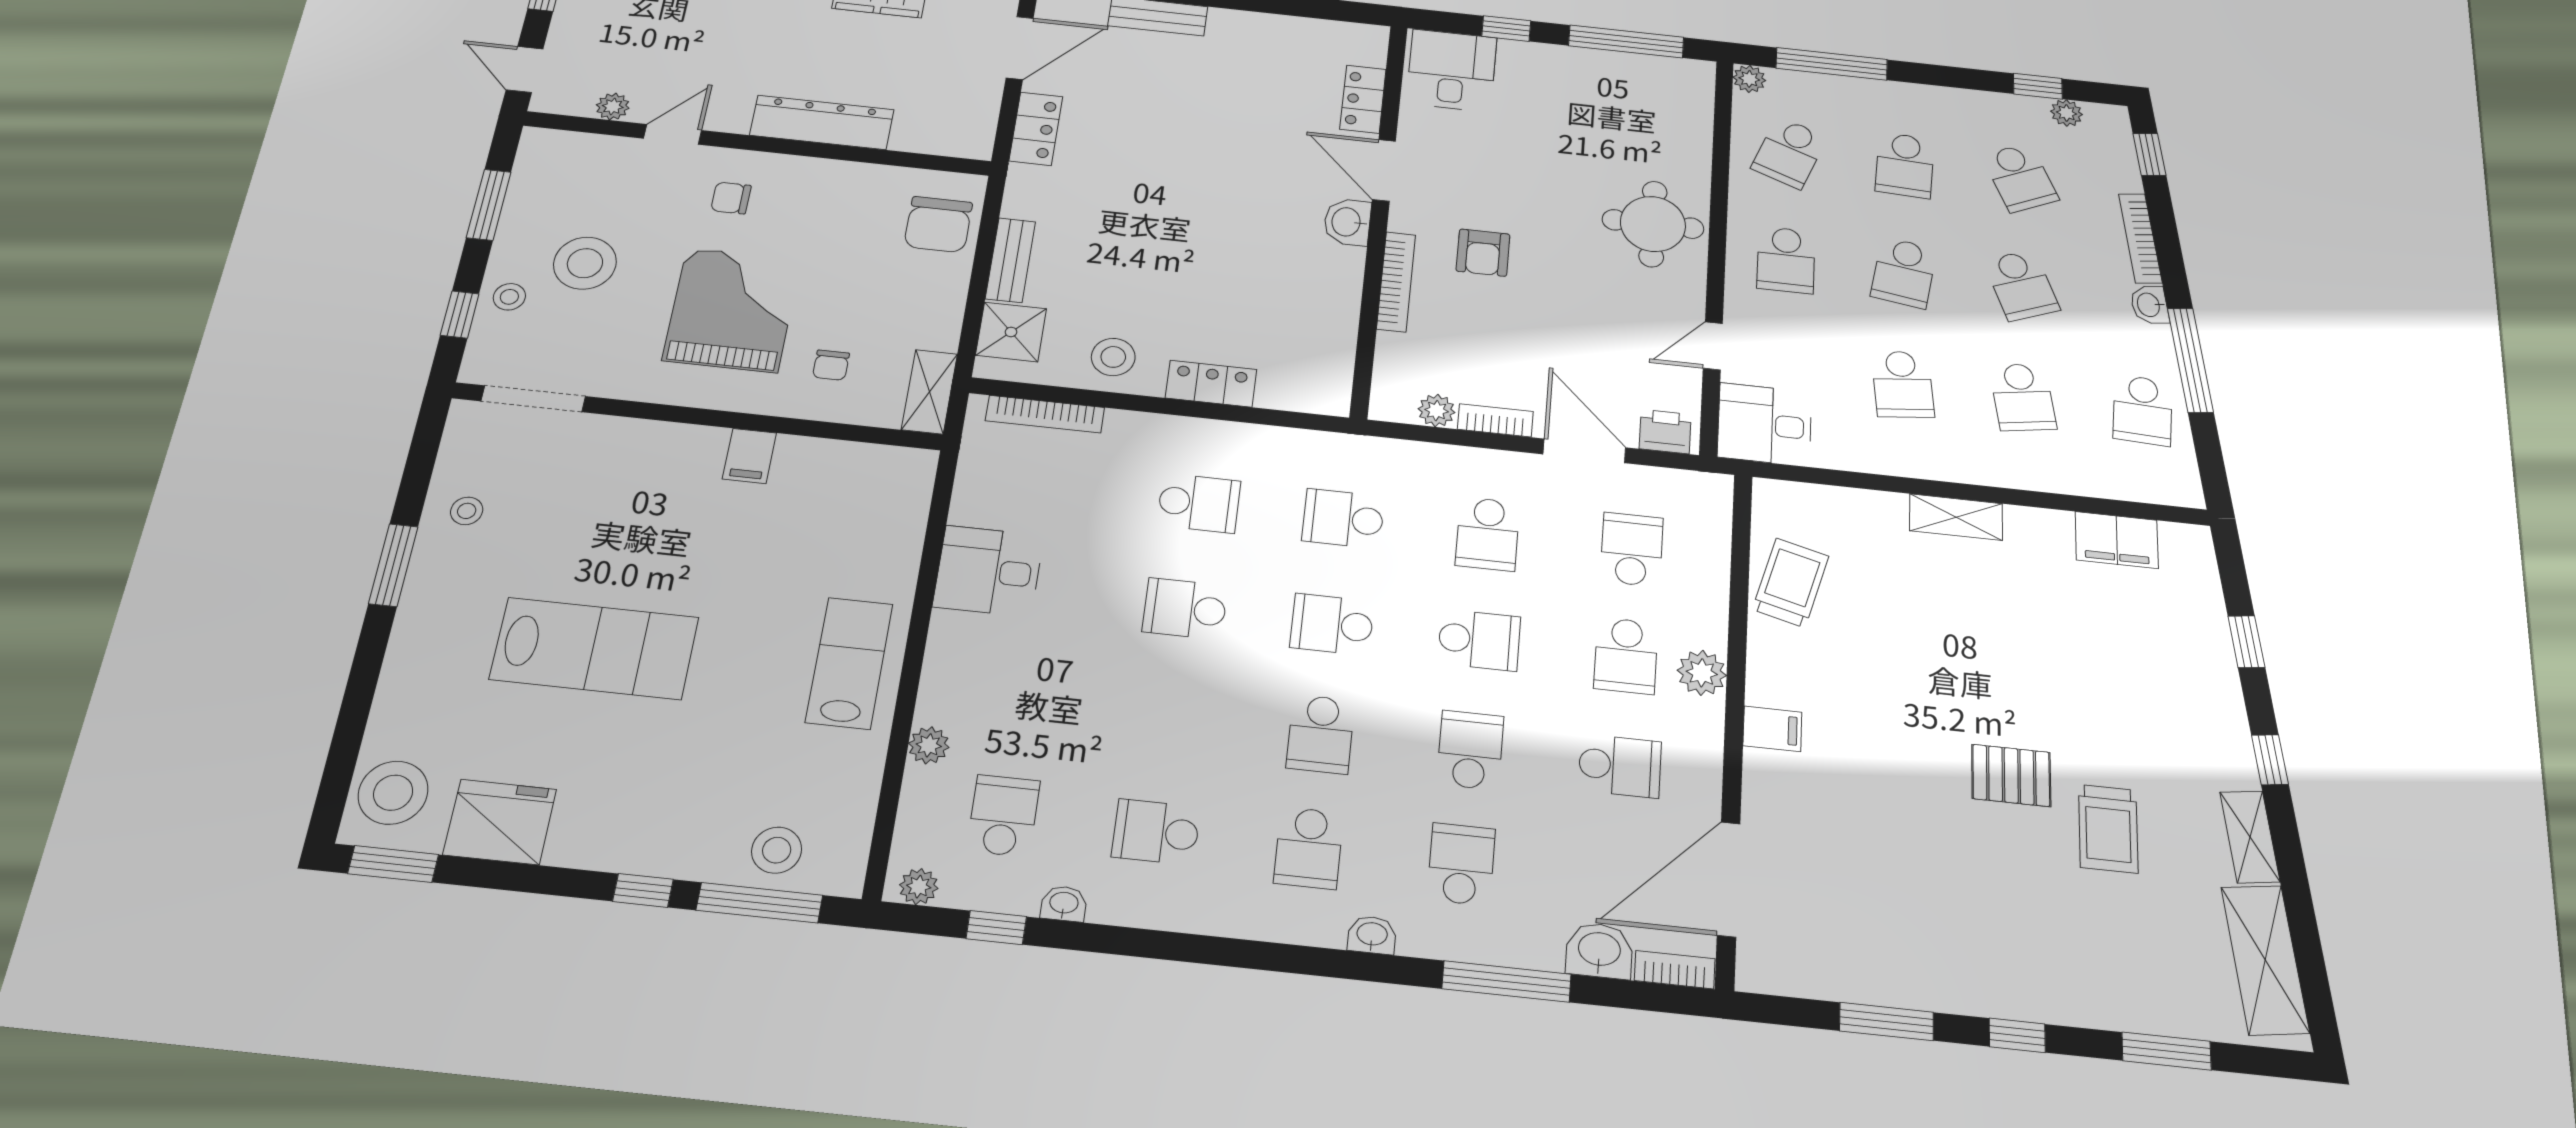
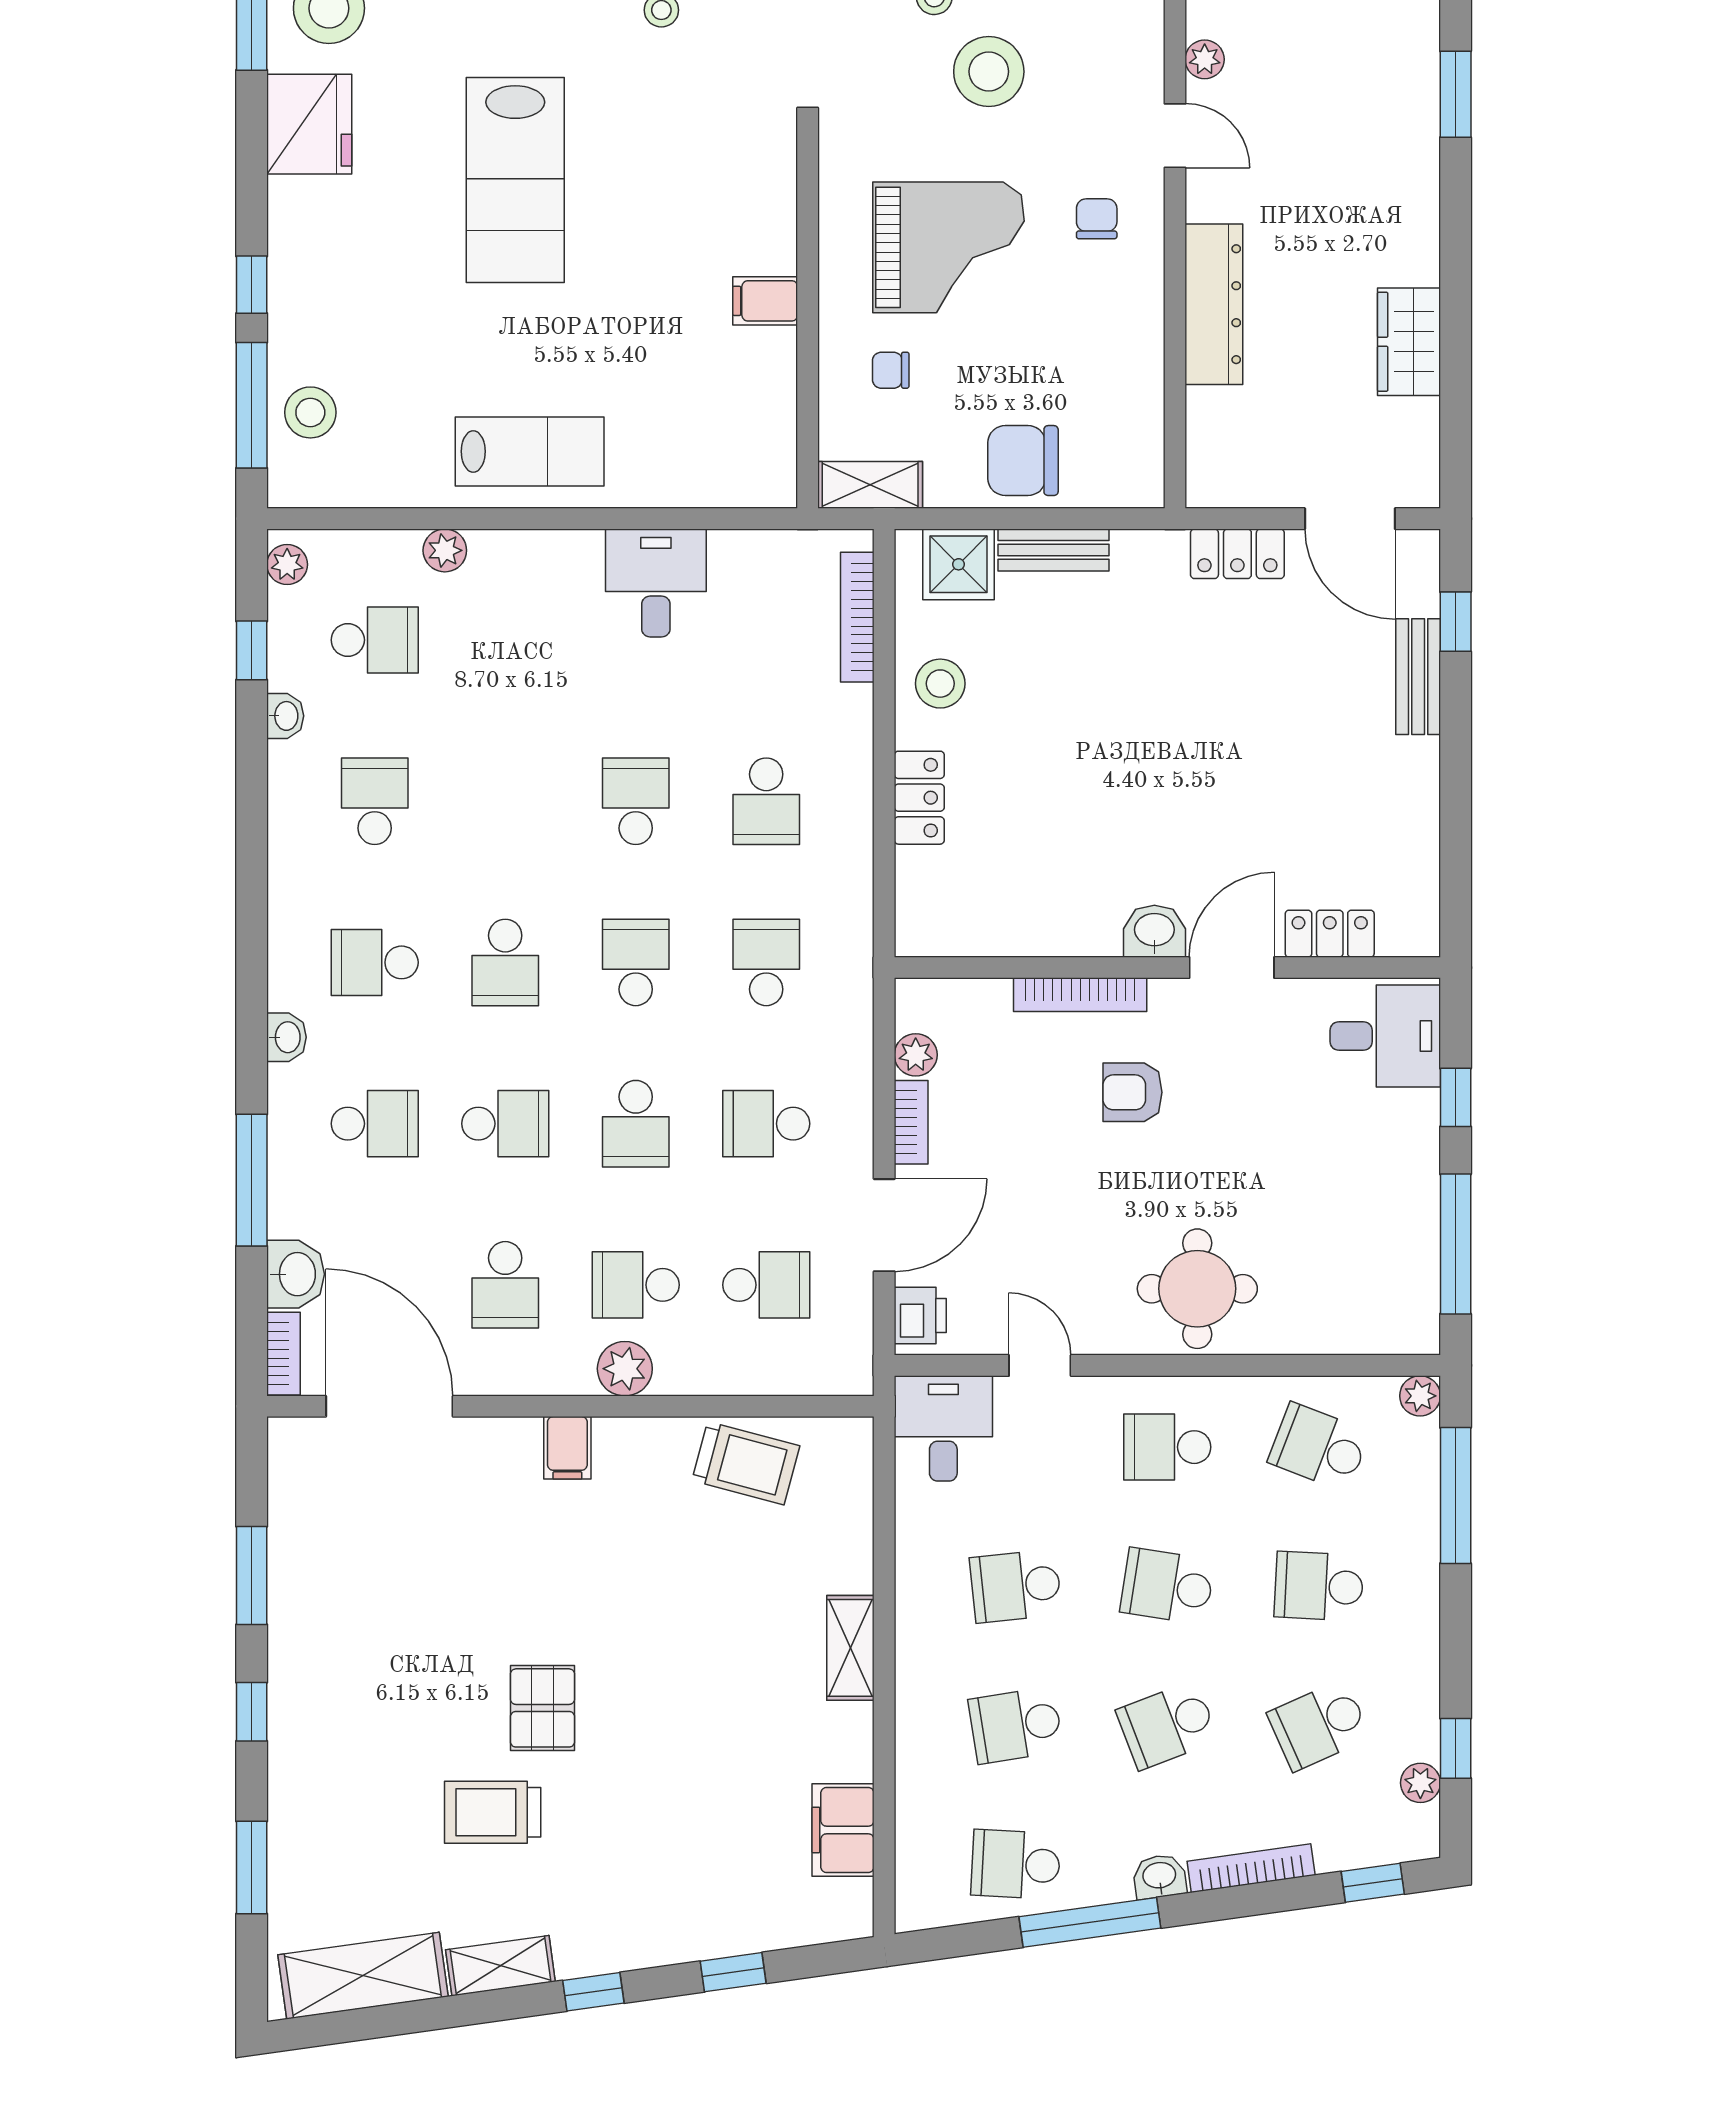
chair: (938, 224) -> (1023, 461), moved
school desk: (1321, 734) -> (505, 962), turned -90

